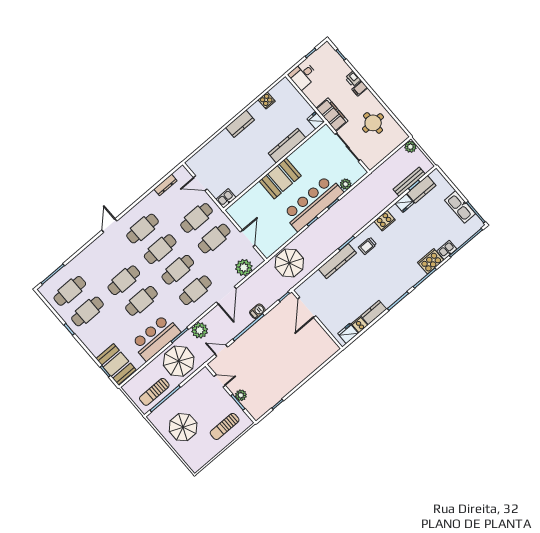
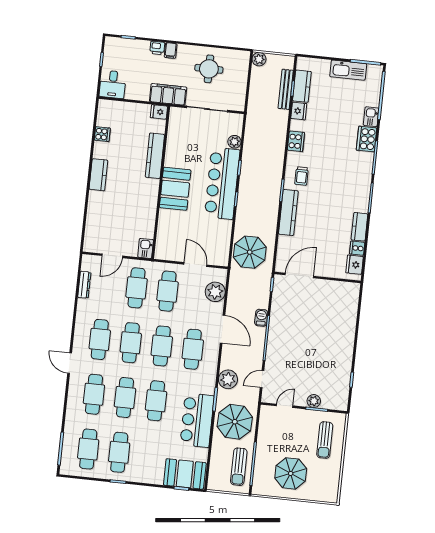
cafe table: (106, 260) -> (94, 394), added
door: (307, 307) -> (299, 275), swing flipped

